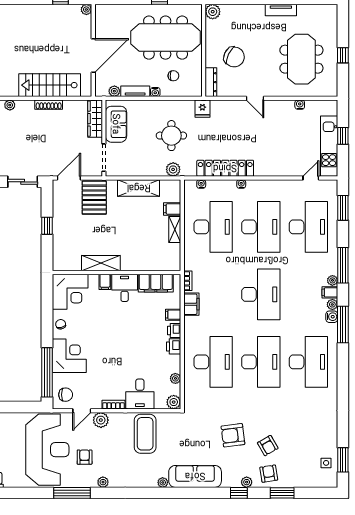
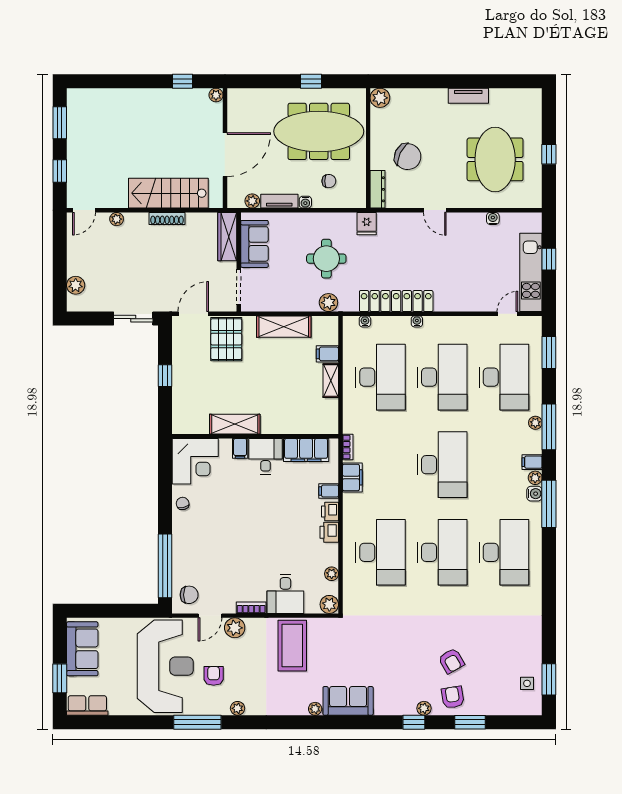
plant: (332, 280) -> (535, 423), moved
corner desk: (69, 356) -> (194, 544), removed
armchair: (233, 435) -> (406, 647), removed
sofa: (195, 476) -> (348, 701), width x0.73

